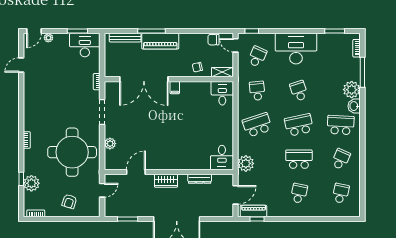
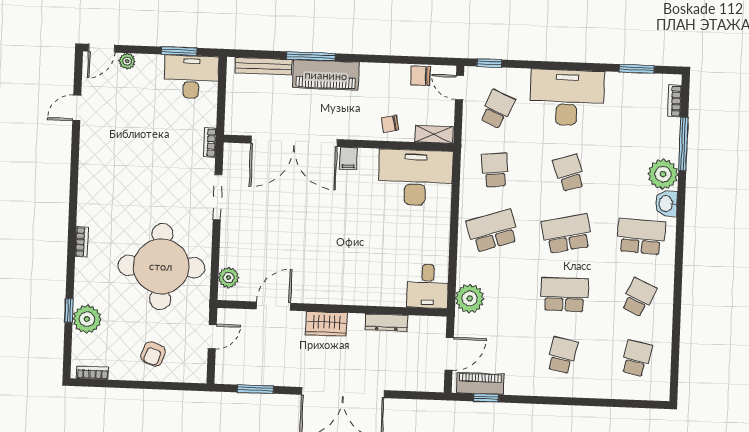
desk: (222, 93) -> (415, 177), width x1.87, depth x1.30
plant: (110, 144) -> (229, 278), moved

